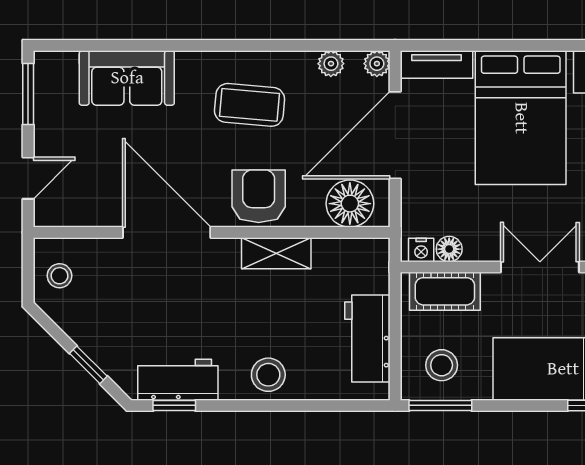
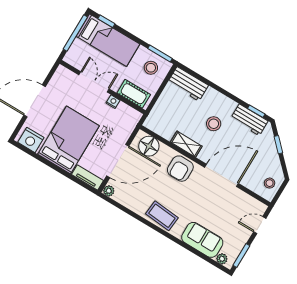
plant: (331, 64) -> (222, 259), moved
coffee table: (250, 105) -> (162, 216), moved
door: (167, 232) -> (221, 175), swing flipped
floor lamp: (449, 249) -> (123, 108), removed
nightstand: (421, 250) -> (113, 102), moved
double door: (540, 267) -> (94, 82), swing flipped
workbench: (367, 339) -> (188, 84), moved, turned 90
stool: (268, 375) -> (214, 124), moved

